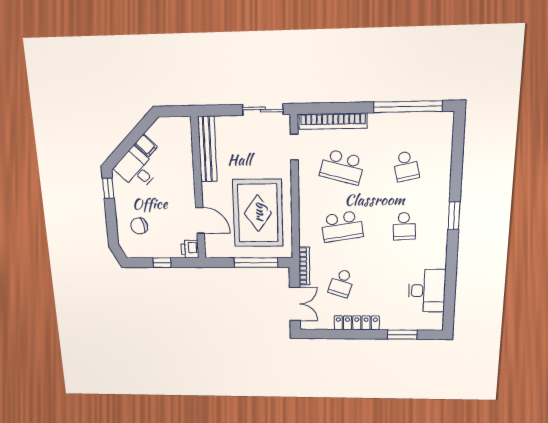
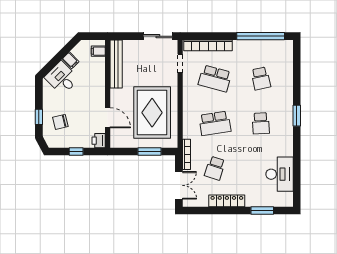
filing cabinet: (182, 132) -> (98, 51), added
window: (108, 188) -> (39, 117), moved
window: (256, 263) -> (149, 152), width x0.69

